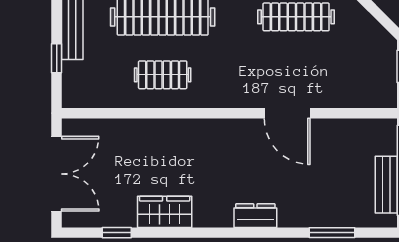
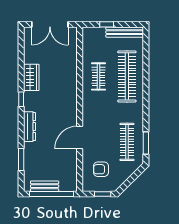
armchair: (352, 70) -> (101, 169), added
dresser: (255, 216) -> (29, 127), width x1.44
window: (117, 233) -> (21, 99), moved

